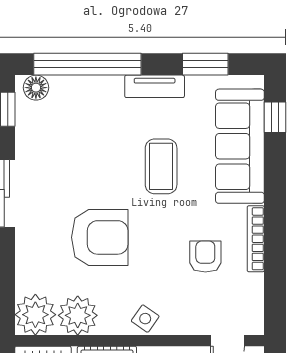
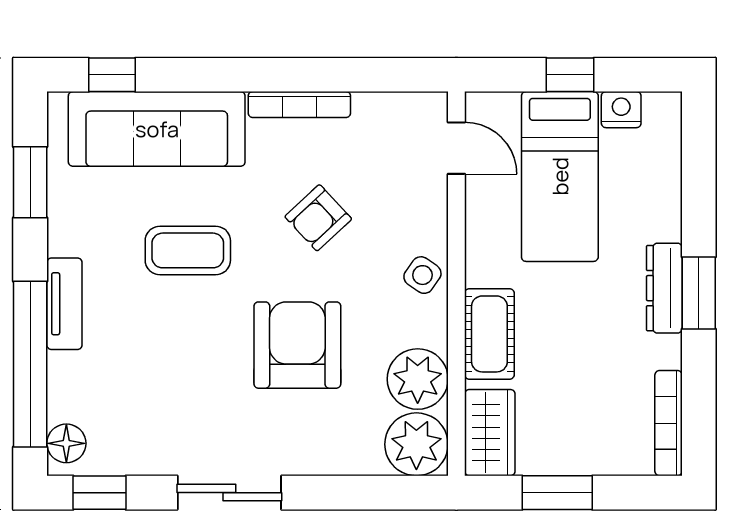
tv unit: (155, 86) -> (64, 304), moved
armchair: (205, 257) -> (318, 218), moved, turned -43

